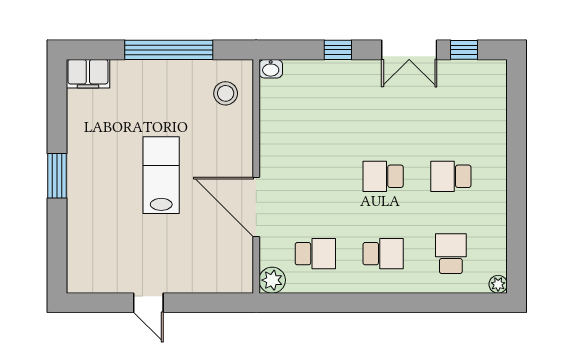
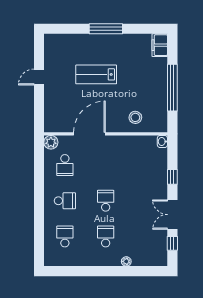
stool: (226, 93) -> (135, 117), moved
lab bench: (161, 175) -> (96, 74), moved, turned 180
window: (57, 176) -> (106, 29), width x1.44
school desk: (383, 254) -> (65, 201), turned -90
school desk: (451, 254) -> (65, 236), turned -90
plant: (498, 284) -> (126, 261), moved

